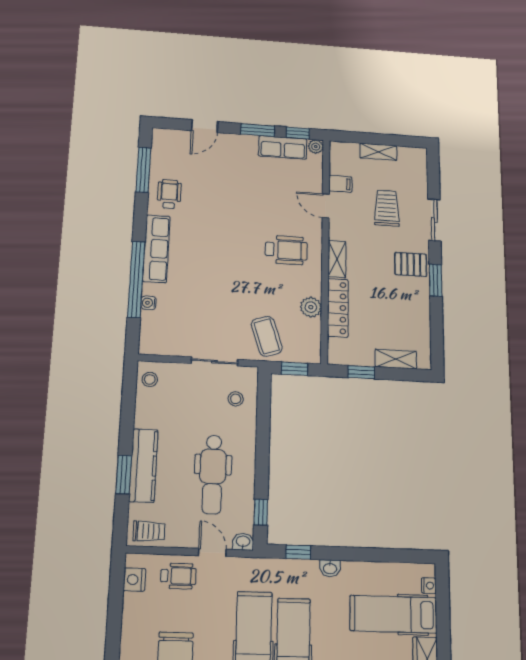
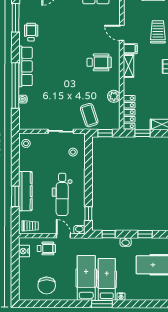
filing cabinet: (340, 184) -> (130, 49), moved
locker: (338, 308) -> (129, 112), moved
window: (366, 554) -> (145, 234), added

